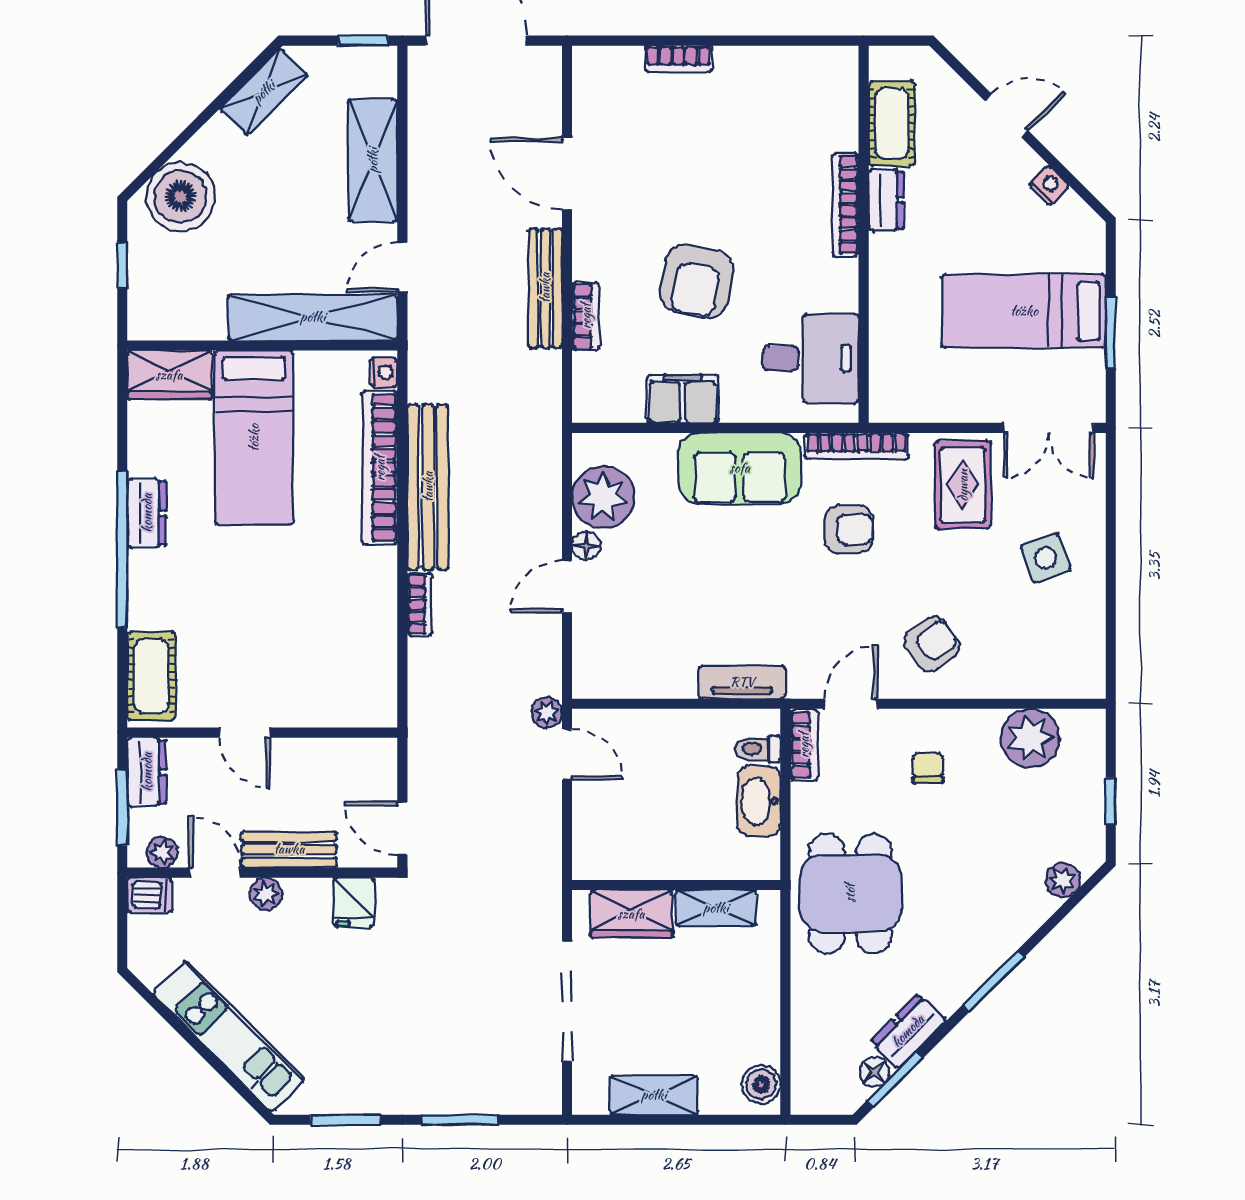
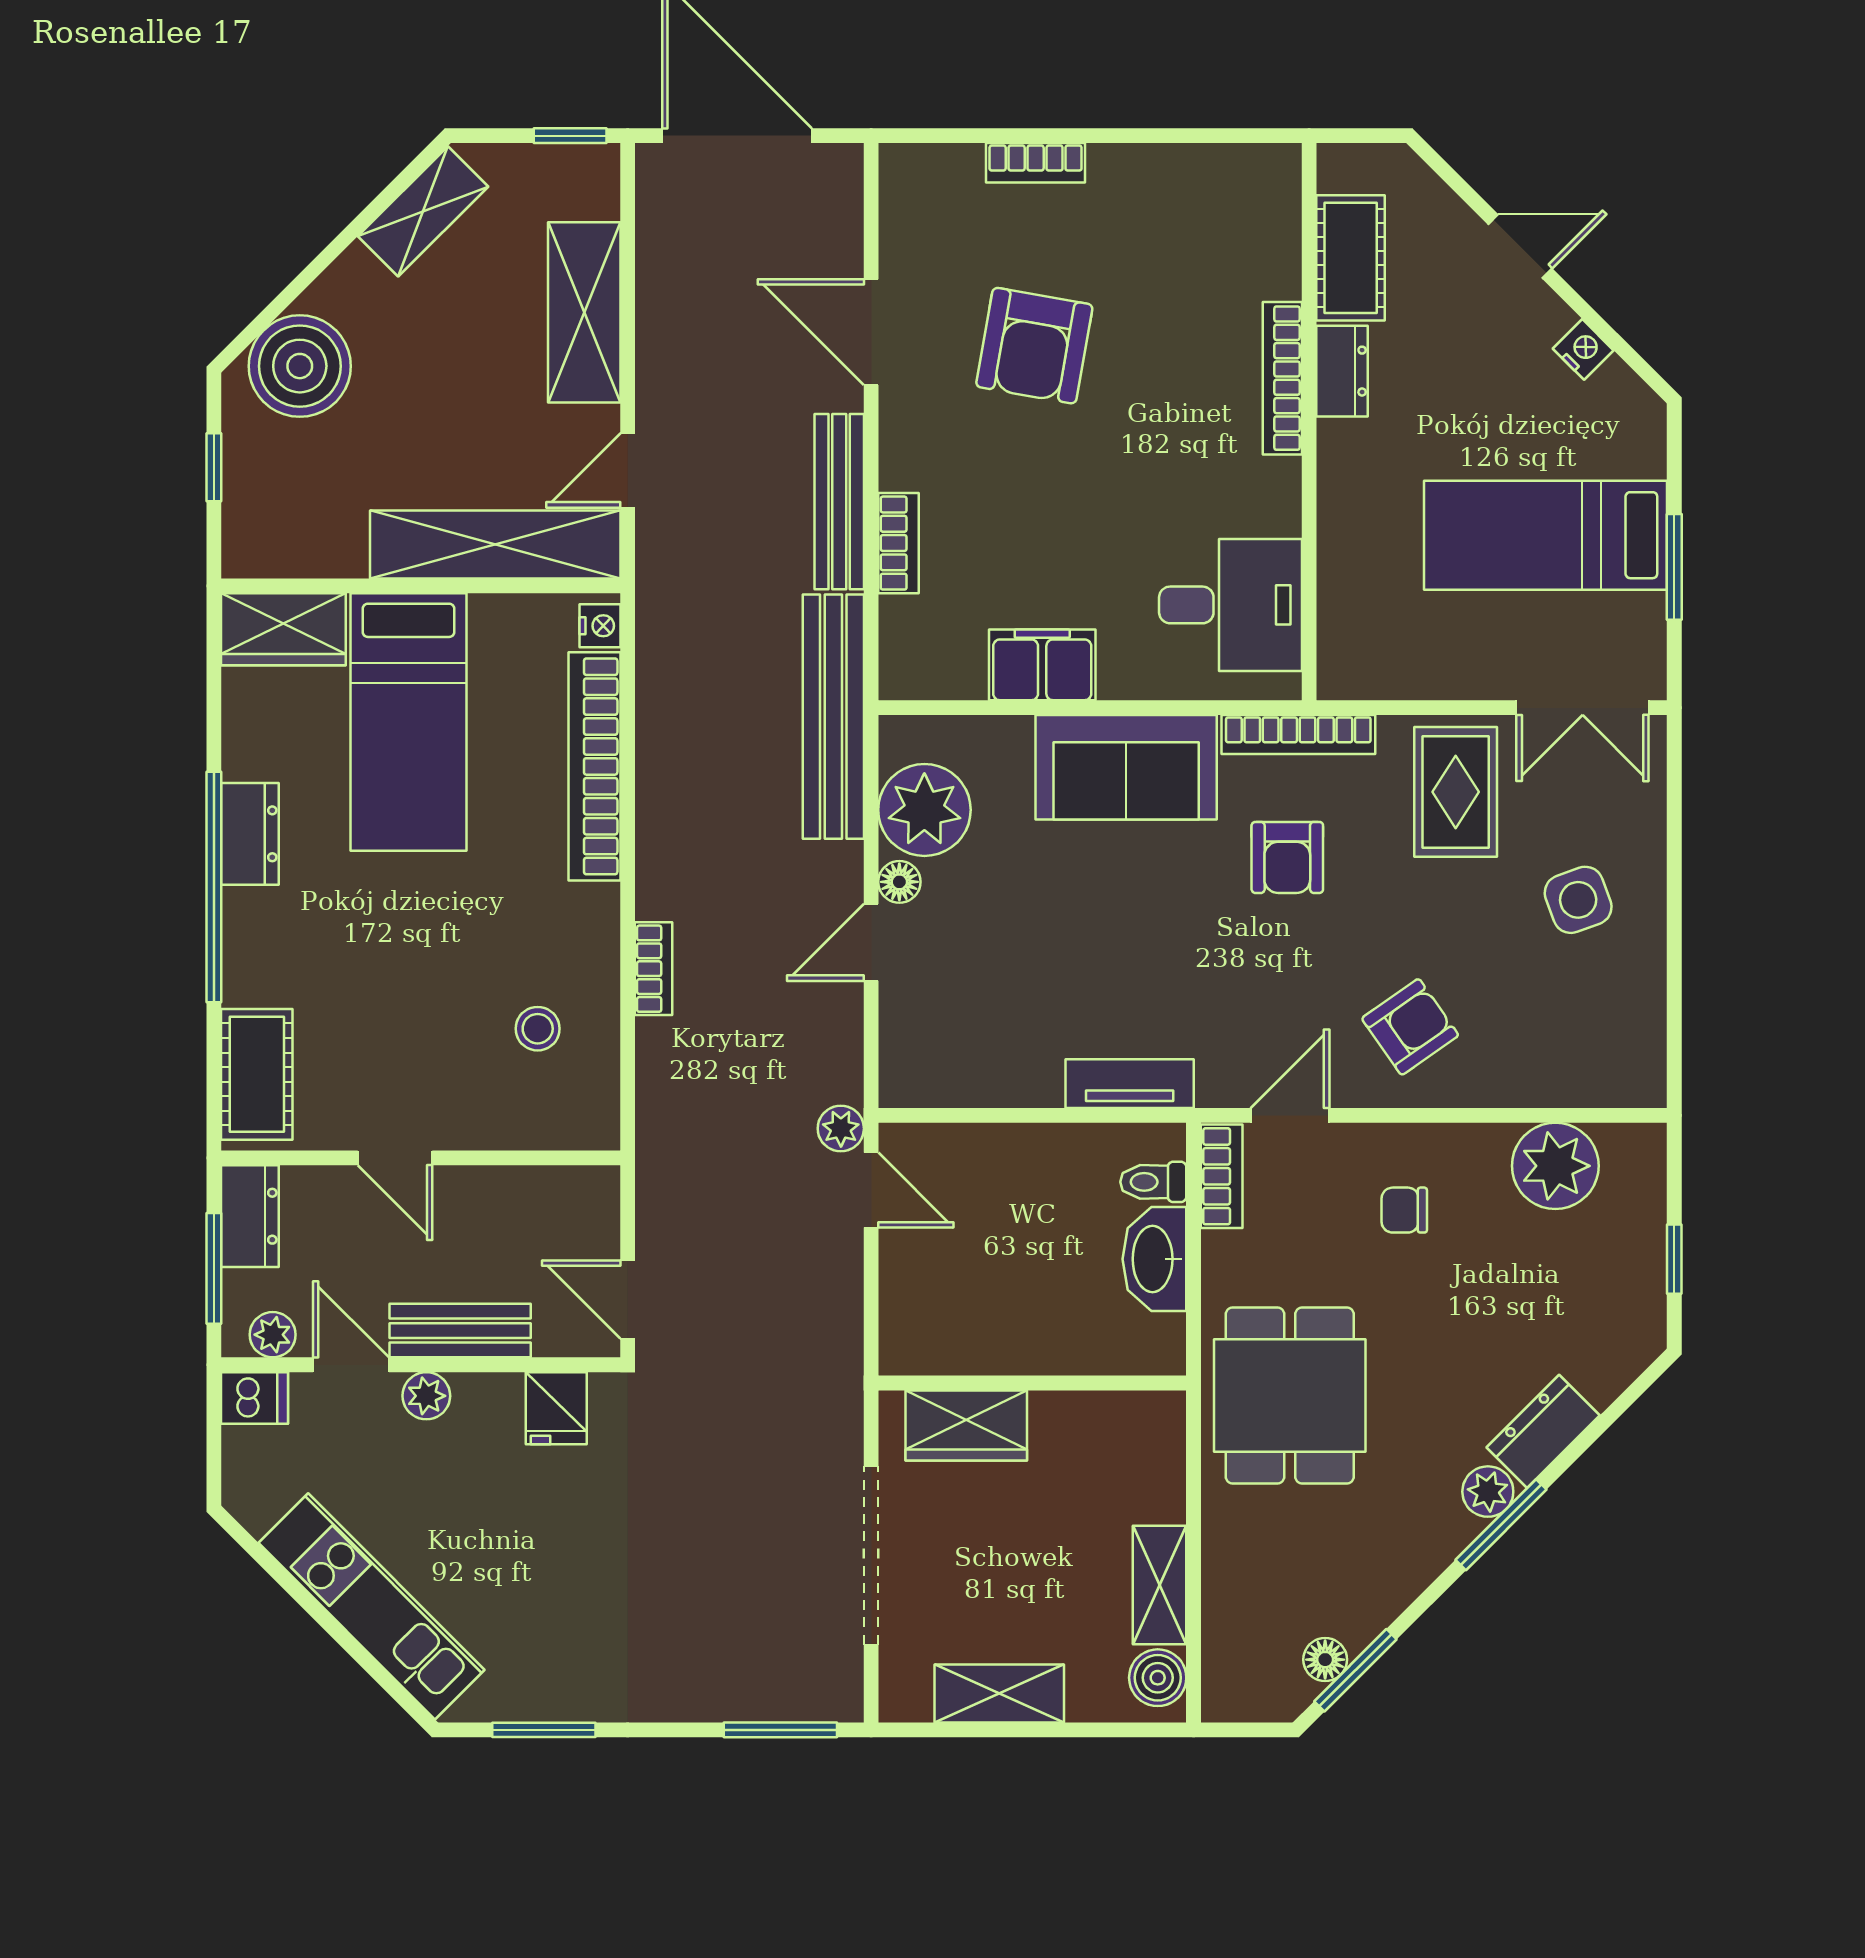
armchair: (697, 281) -> (1034, 346), moved
bench: (428, 487) -> (833, 717), moved
armchair: (849, 529) -> (1287, 857), turned 90
stool: (341, 645) -> (538, 1029), added
chair: (928, 768) -> (1404, 1210), turned -90
plant: (1063, 880) -> (1488, 1492), moved
shelving: (716, 908) -> (1160, 1585), moved, turned 90
dresser: (908, 1031) -> (1543, 1431), moved
window: (460, 1120) -> (780, 1730), moved

